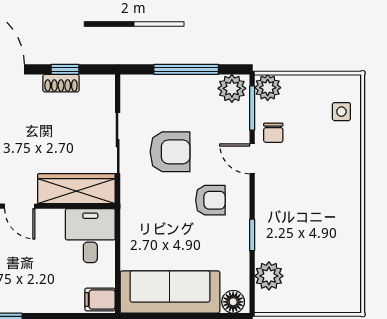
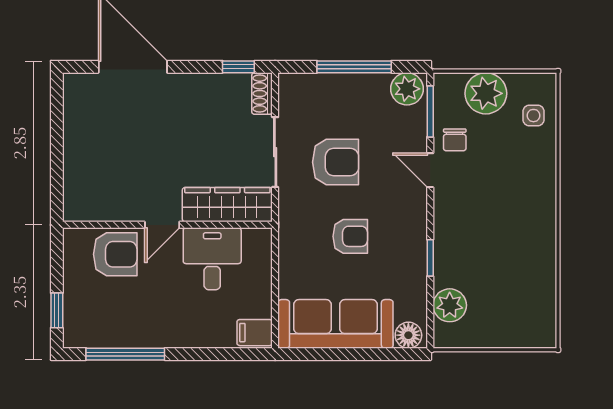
window: (65, 69) -> (238, 67), moved
shoe rack: (61, 83) -> (262, 93), moved, turned 90
plant: (268, 88) -> (486, 93), moved, width x1.36, depth x1.36
armchair: (210, 200) -> (350, 236), moved
door: (20, 206) -> (162, 225), hinge flipped
desk: (90, 236) -> (212, 259), moved

